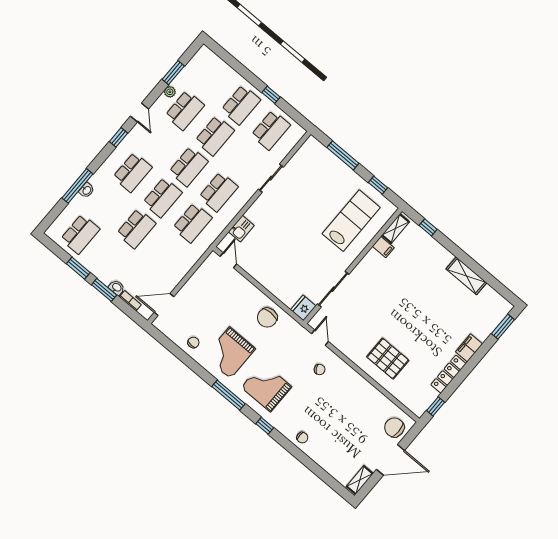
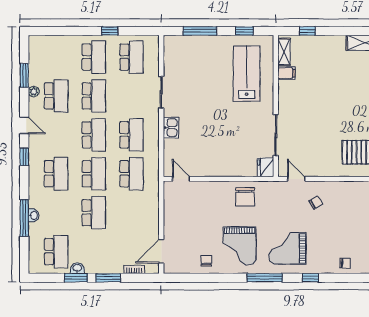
kitchen sink: (241, 229) -> (171, 128), moved
washbasin: (117, 288) -> (77, 268), moved

